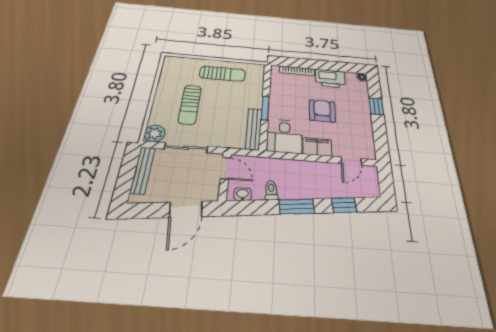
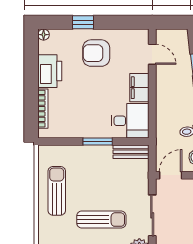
armchair: (322, 111) -> (96, 53), moved
bench: (254, 129) -> (131, 152), width x0.73

